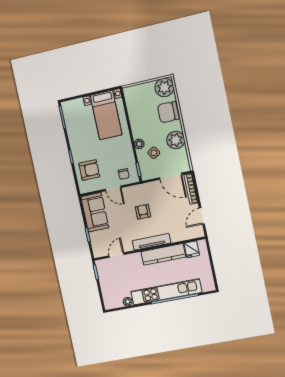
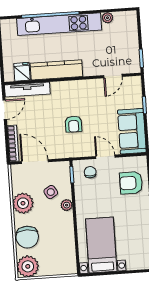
chair: (168, 112) -> (27, 237), turned 90
tv unit: (152, 242) -> (27, 89), moved

